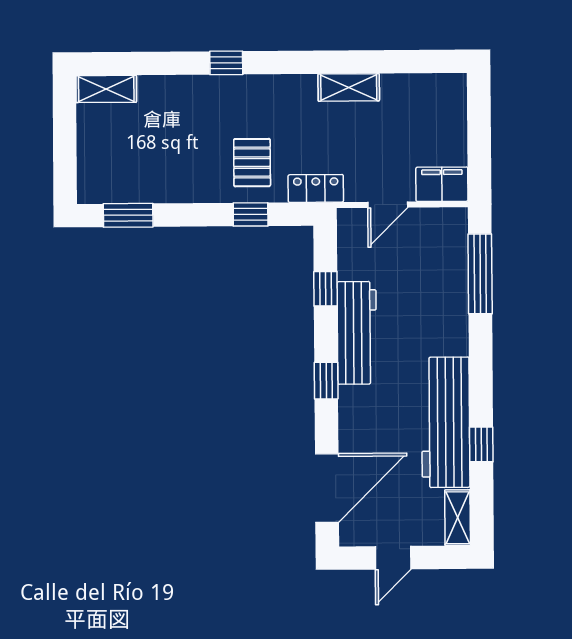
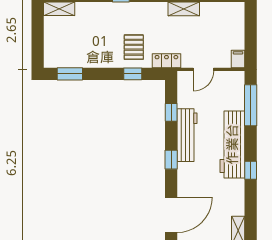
filing cabinet: (442, 184) -> (238, 59), width x0.50
workbench: (446, 422) -> (232, 144), moved
window: (481, 444) -> (251, 170), moved

